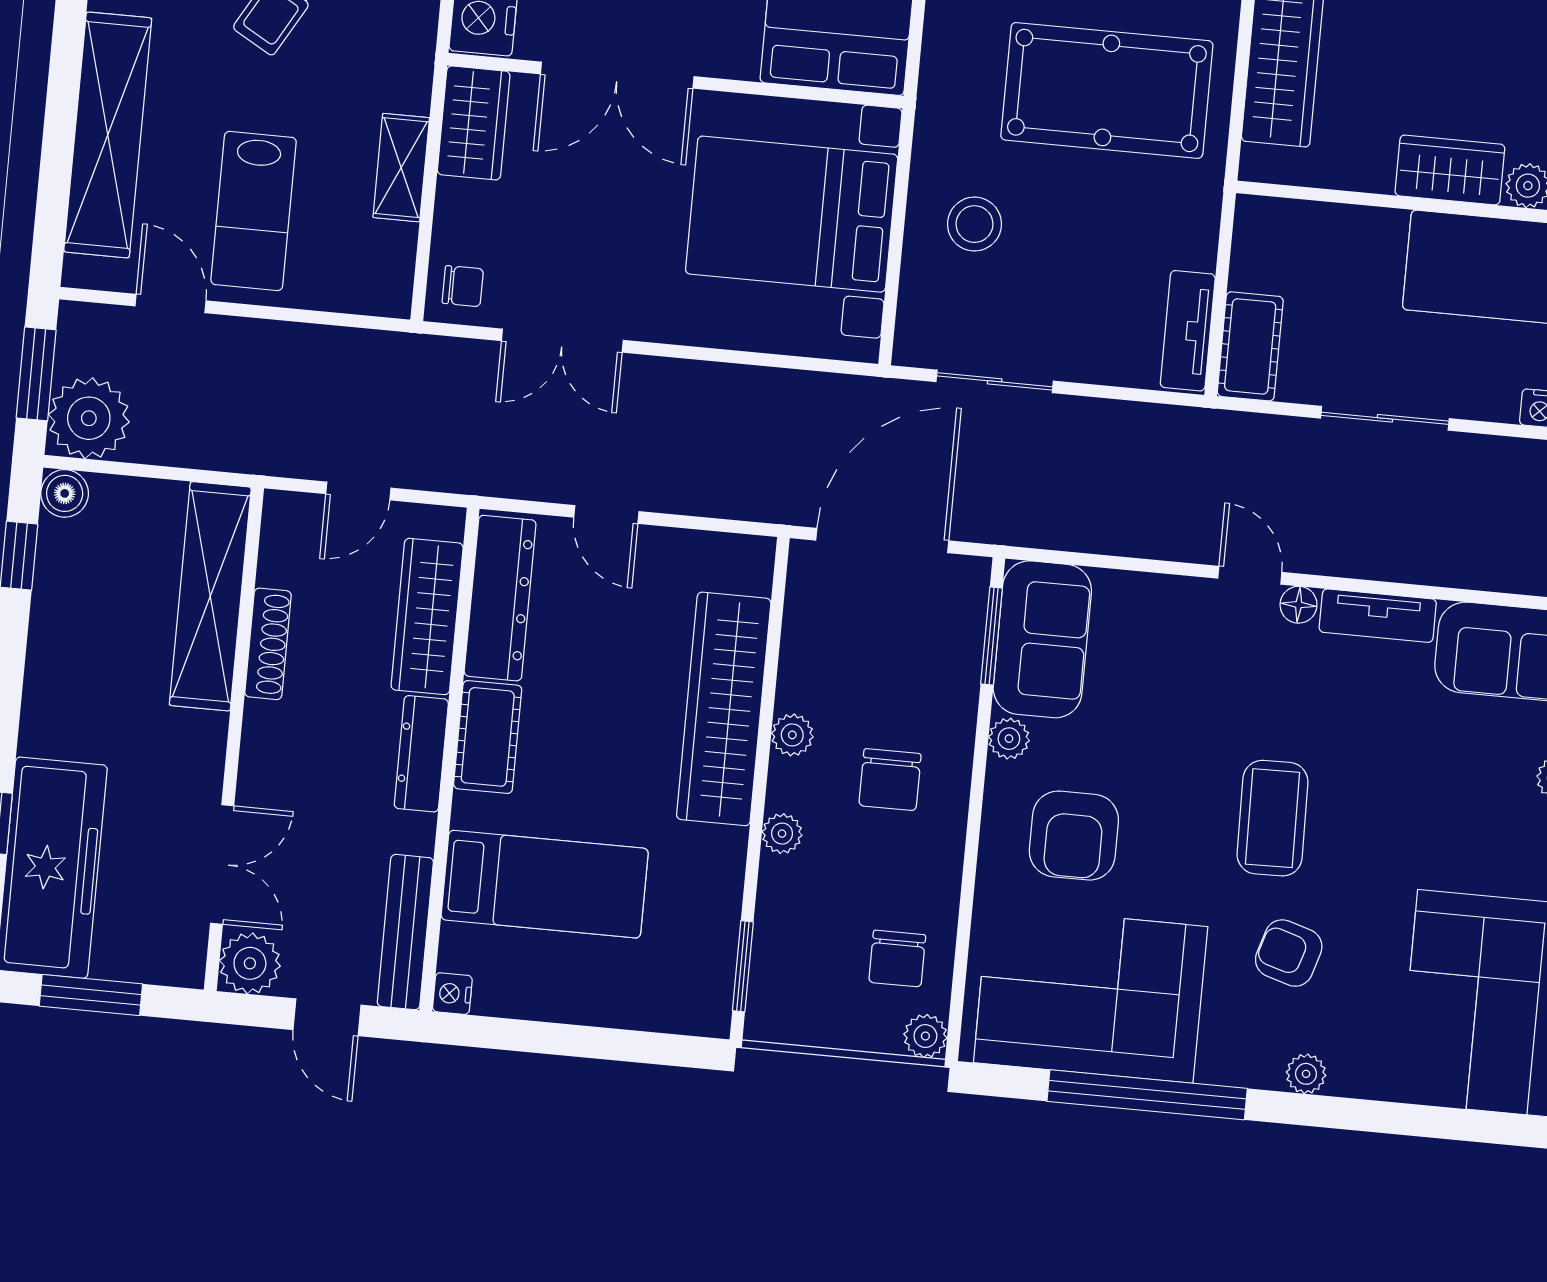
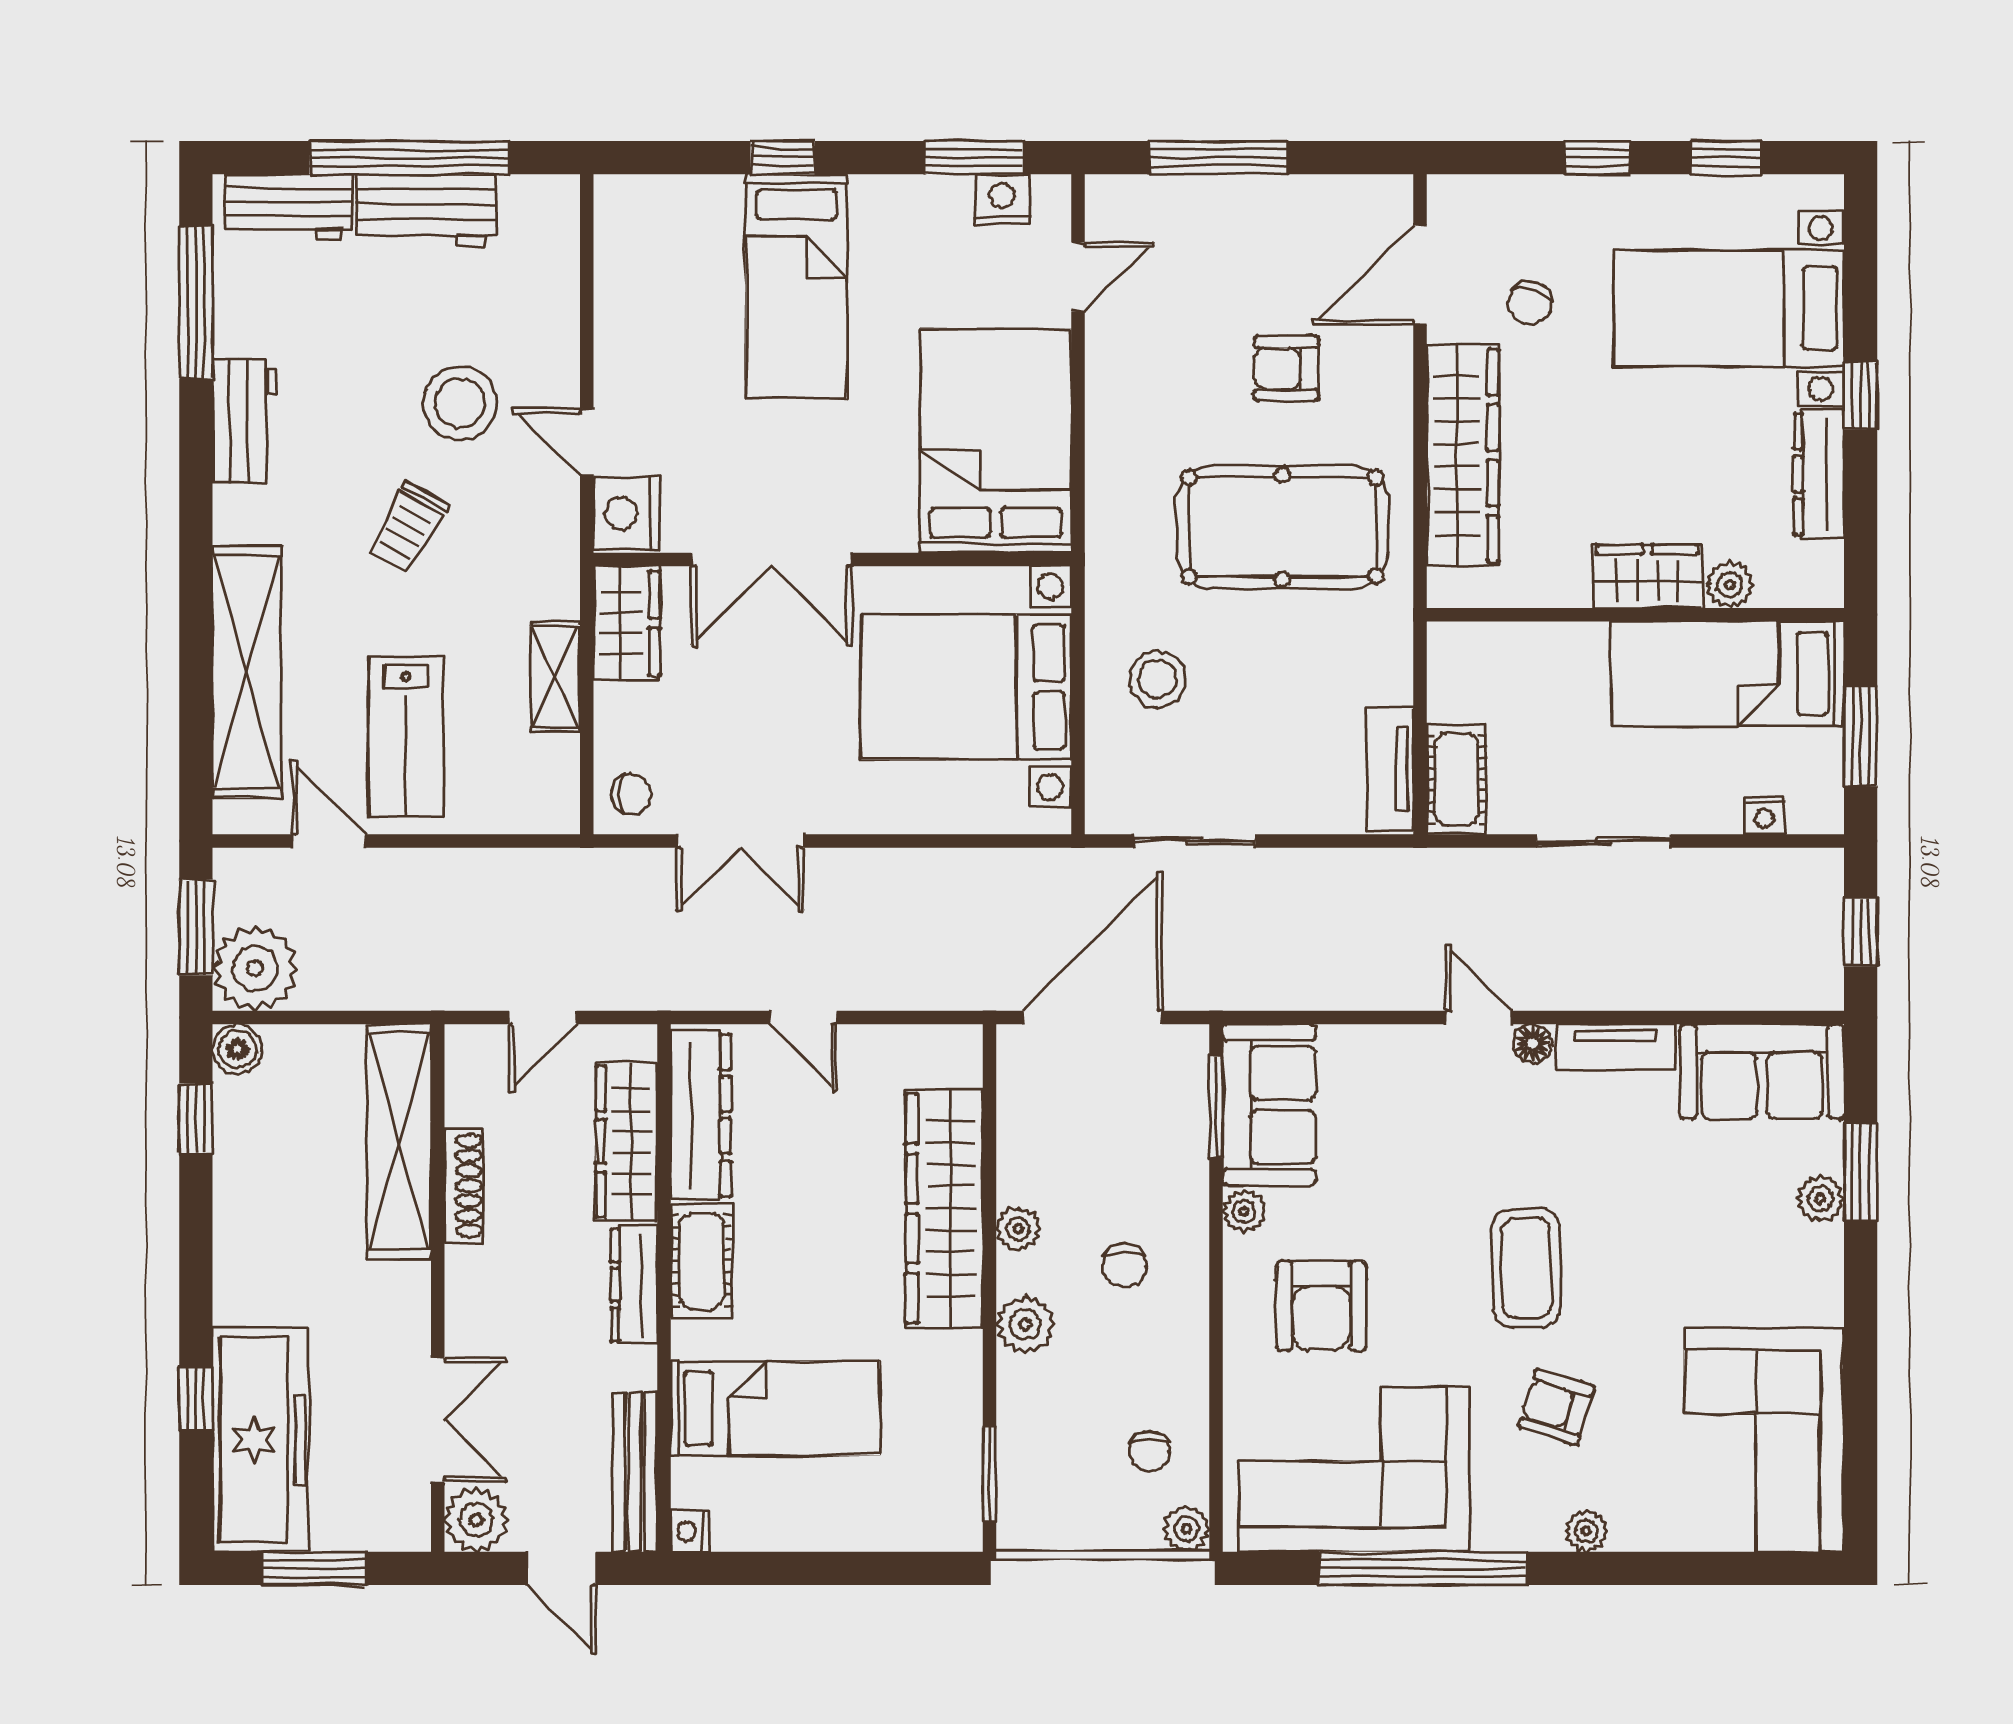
chair: (890, 780) -> (1124, 1266), width x0.73, depth x0.73
plant: (782, 834) -> (1025, 1325), width x1.38, depth x1.38
chair: (897, 959) -> (1149, 1451), width x0.73, depth x0.73

